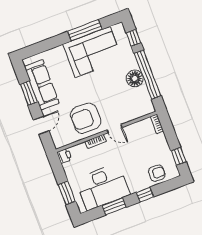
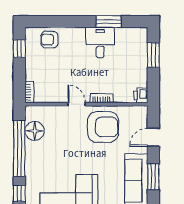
floor lamp: (135, 78) -> (35, 131), moved
desk: (103, 187) -> (100, 42), width x0.53, depth x0.77
window: (145, 195) -> (71, 21), removed

